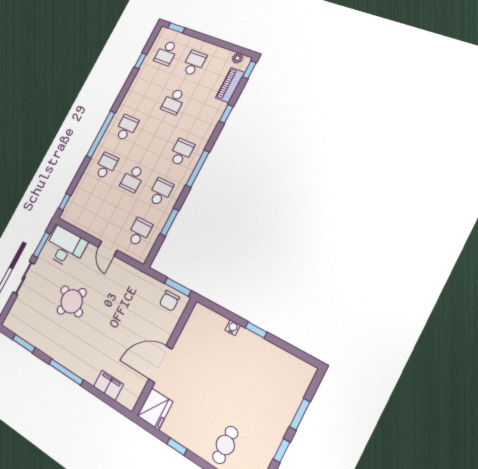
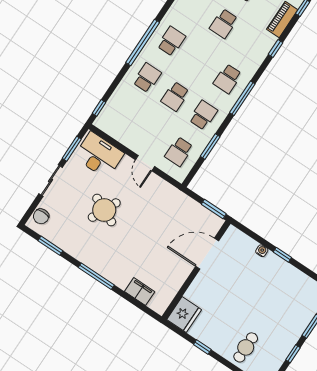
school desk: (181, 152) -> (228, 79), turned 180
school desk: (139, 232) -> (179, 152), turned 180
chair: (169, 301) -> (41, 216), moved
door: (160, 364) -> (207, 254), moved

